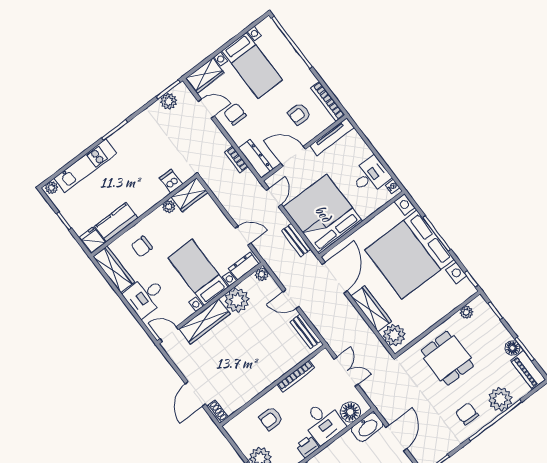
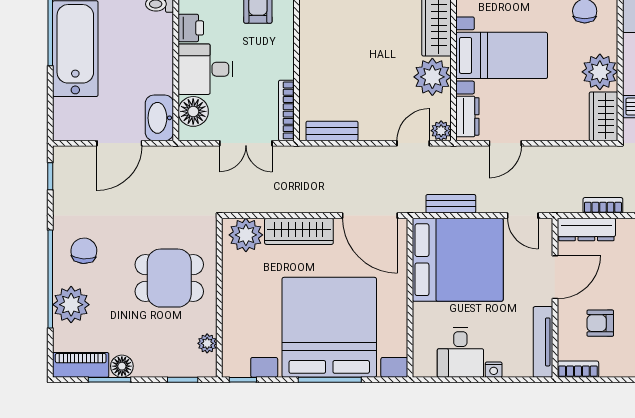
bookcase: (328, 101) -> (578, 369), width x0.64
armchair: (299, 114) -> (600, 323), turned -90
nightstand: (393, 186) -> (494, 370), moved
plant: (169, 207) -> (600, 72), width x1.88, depth x1.88
door: (291, 299) -> (413, 143), moved
bookcase: (296, 376) -> (286, 110), moved
chair: (467, 414) -> (84, 251), turned -87
door: (396, 438) -> (119, 143), hinge flipped

